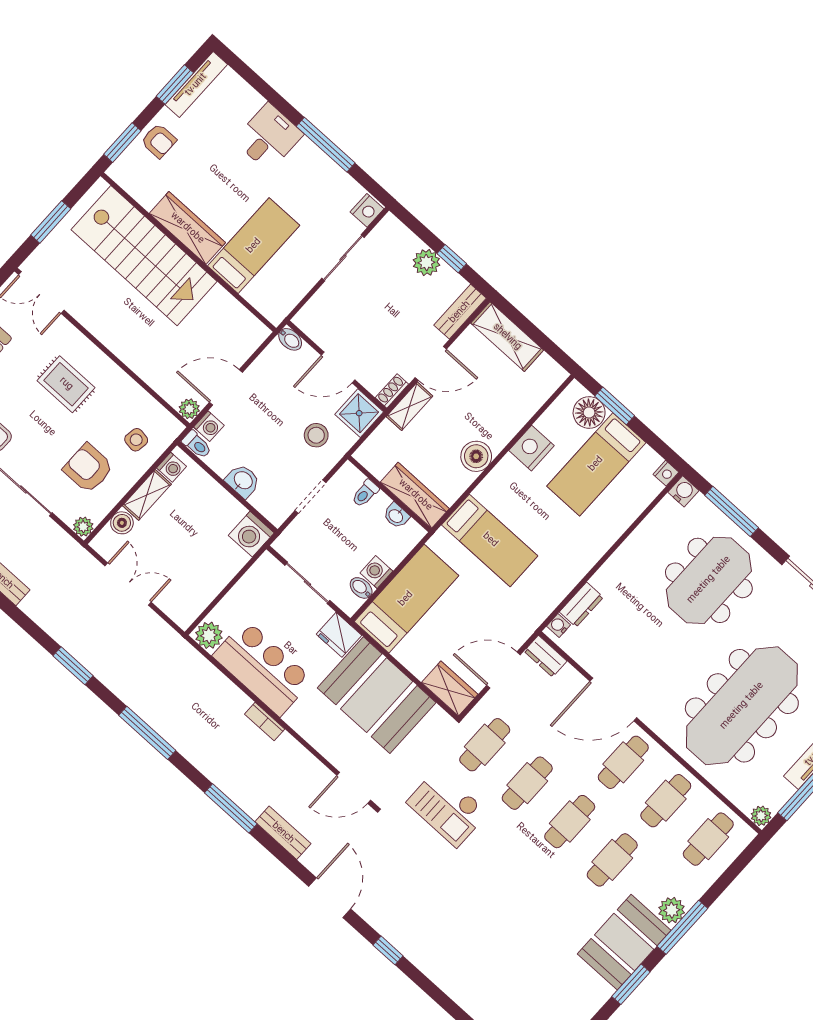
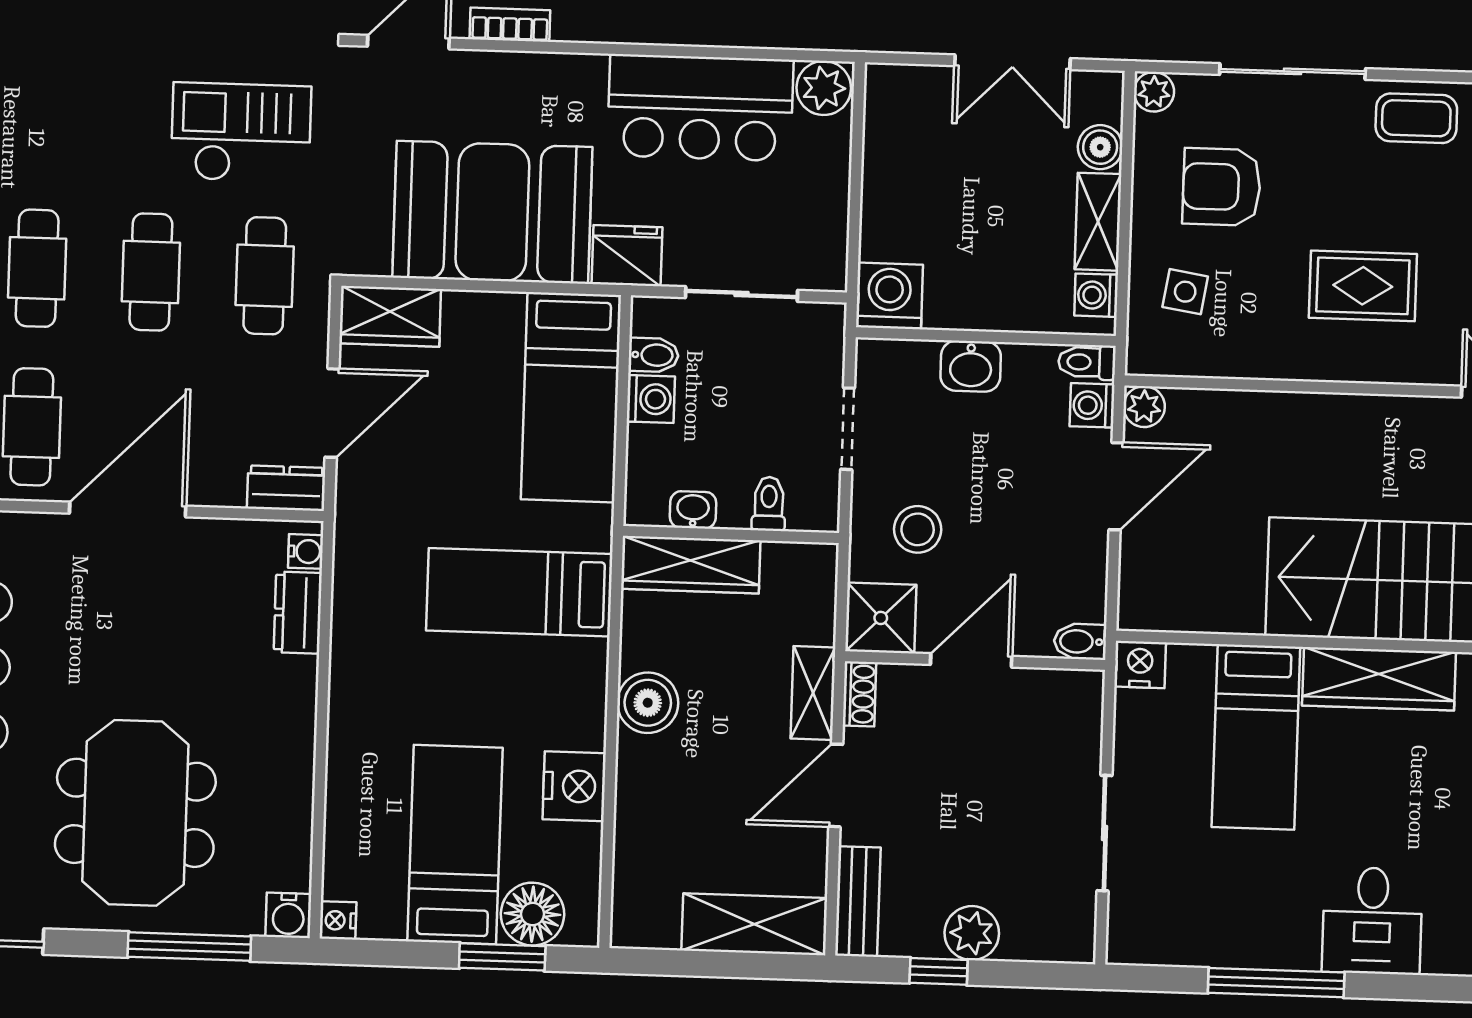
nightstand: (367, 210) -> (1140, 664), moved, turned 90
armchair: (88, 468) -> (1222, 187), turned 180
bookcase: (265, 722) -> (510, 25), moved

